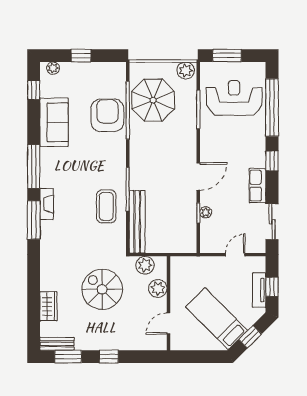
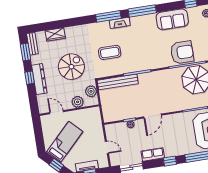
door: (198, 177) -> (152, 116), hinge flipped
coffee table: (106, 206) -> (110, 52), moved
dresser: (113, 342) -> (39, 79), added

